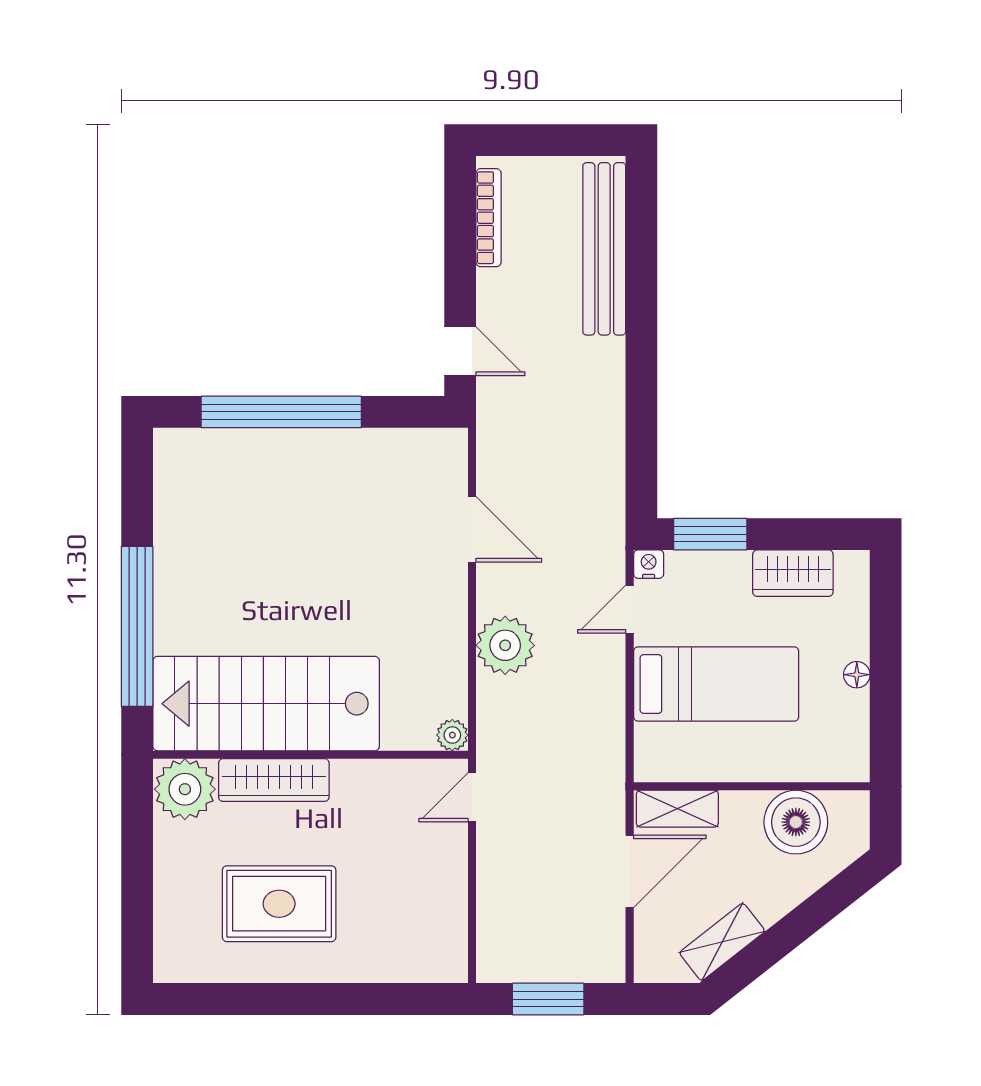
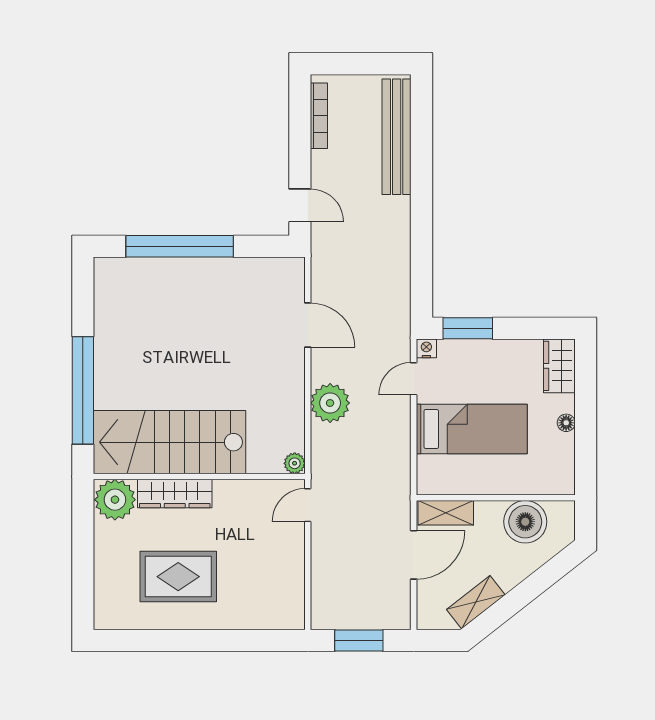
wardrobe: (793, 573) -> (559, 366), moved, turned 90

